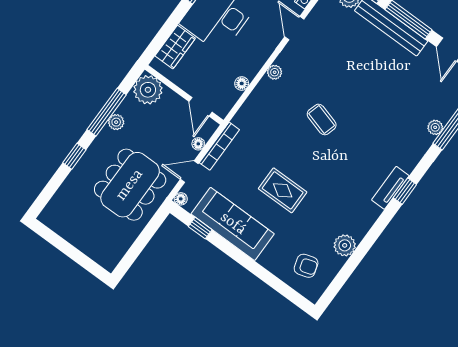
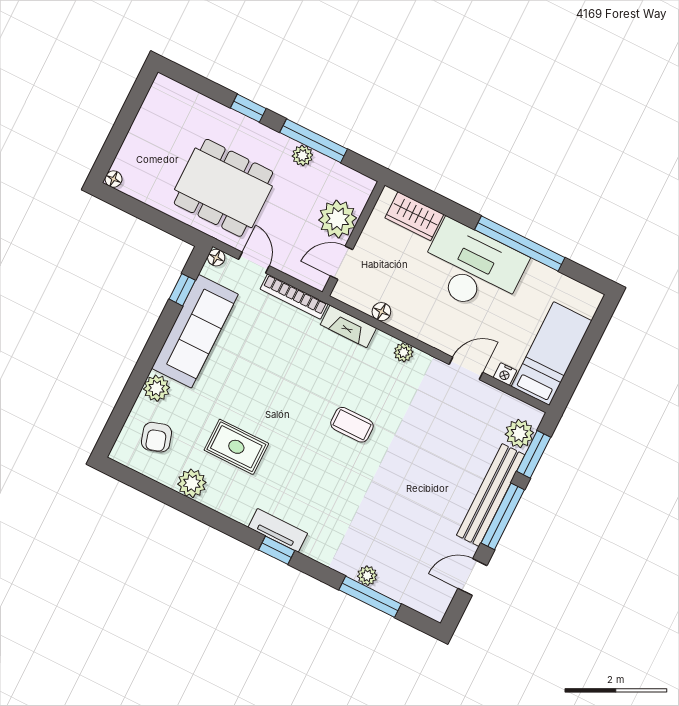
plant: (148, 90) -> (338, 219), moved
fireplace: (248, 110) -> (348, 326), added
coffee table: (322, 120) -> (352, 425), turned 74
floor lamp: (198, 144) -> (113, 179), moved
rug: (283, 190) -> (236, 447), moved, turned 90
plant: (270, 260) -> (157, 388), added

